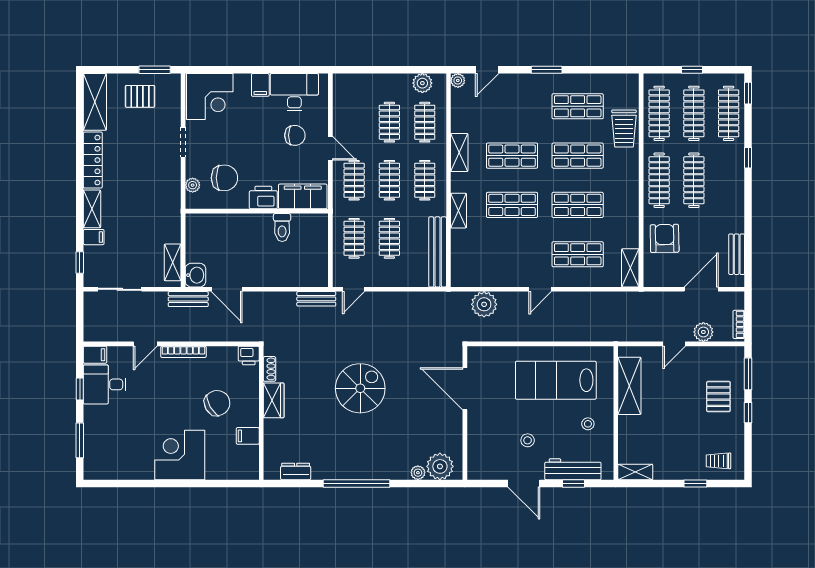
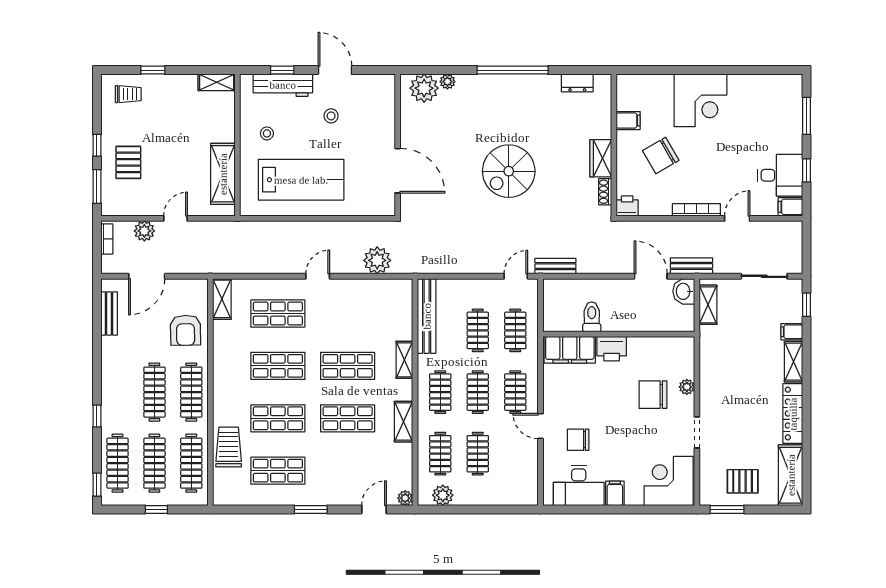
filing cabinet: (303, 196) -> (570, 350), moved
printer: (263, 198) -> (612, 349), moved
wall: (257, 211) -> (619, 334), moved
toilet: (282, 227) -> (592, 317), moved

